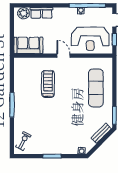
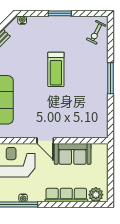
row of seats: (41, 13) -> (66, 195), width x1.48
sofa: (28, 45) -> (73, 154), moved
treadmill: (48, 84) -> (56, 69), moved

